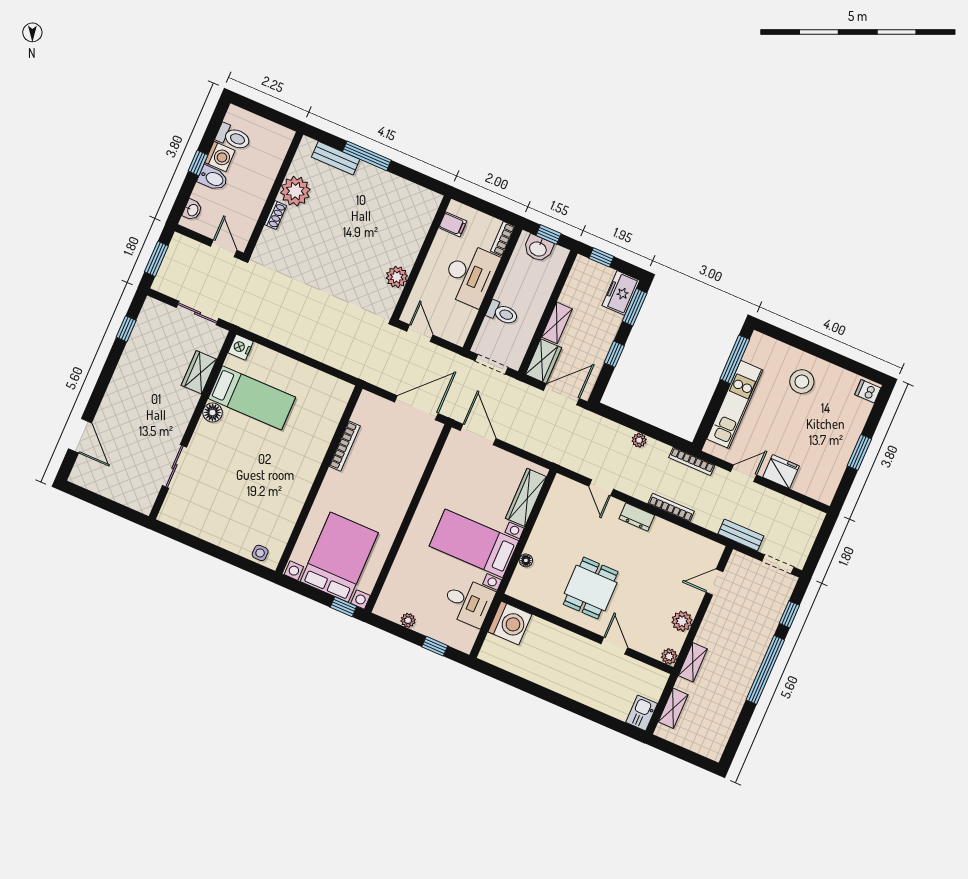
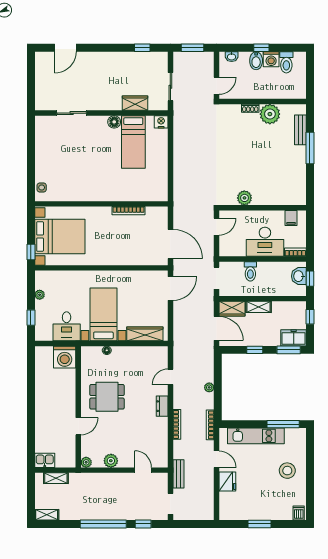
shelving: (693, 662) -> (47, 515), moved

